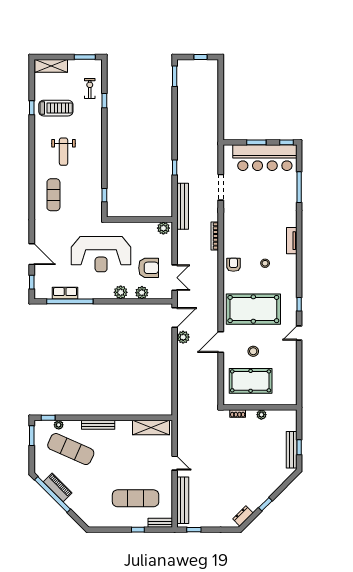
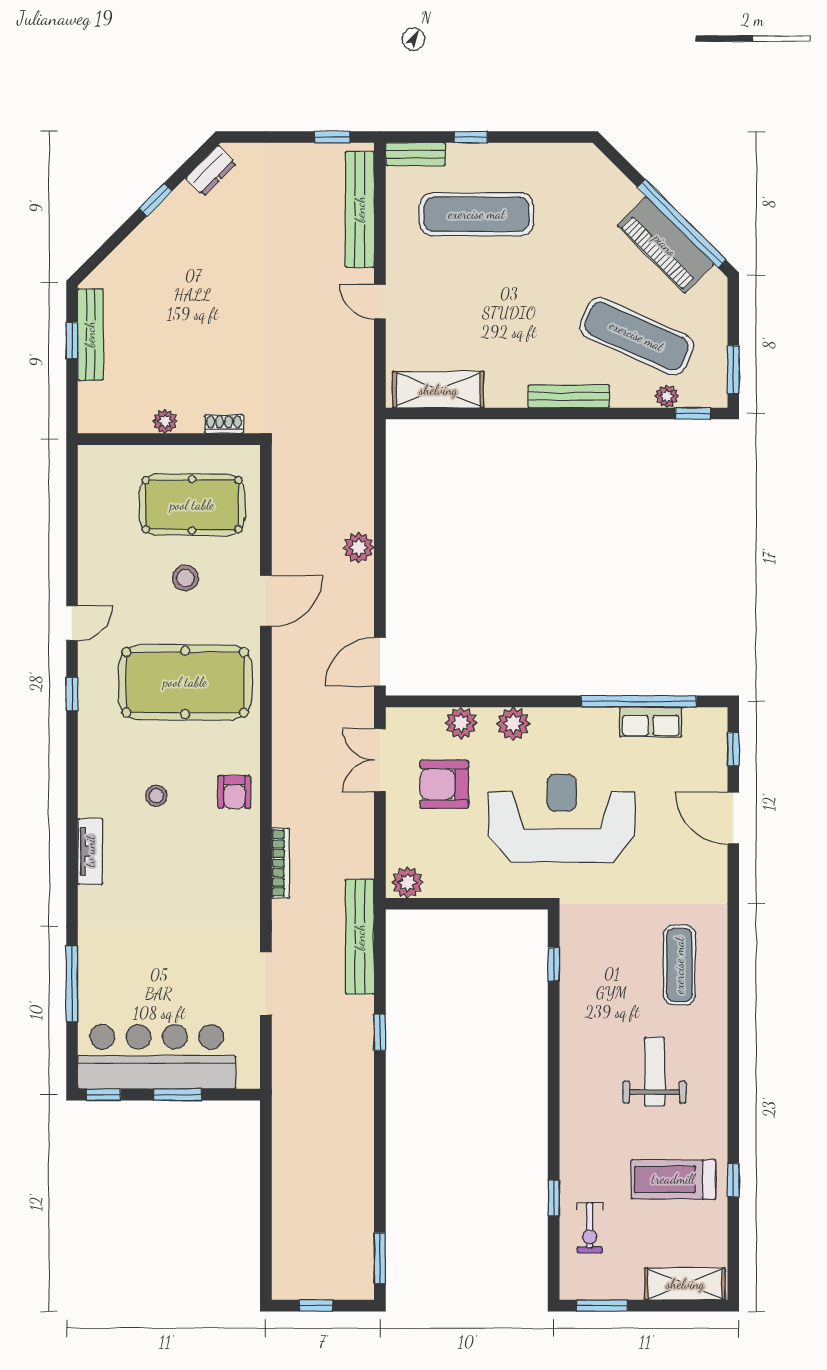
plant: (183, 337) -> (359, 547), moved
piano: (58, 487) -> (665, 245), width x1.37, depth x1.33

